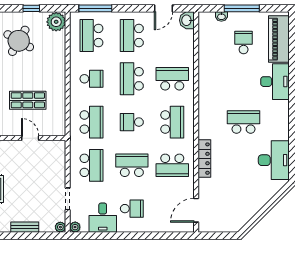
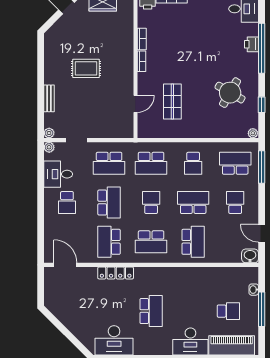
plant: (56, 22) -> (253, 133), width x0.53, depth x0.53
school desk: (132, 36) -> (235, 203), width x0.54

